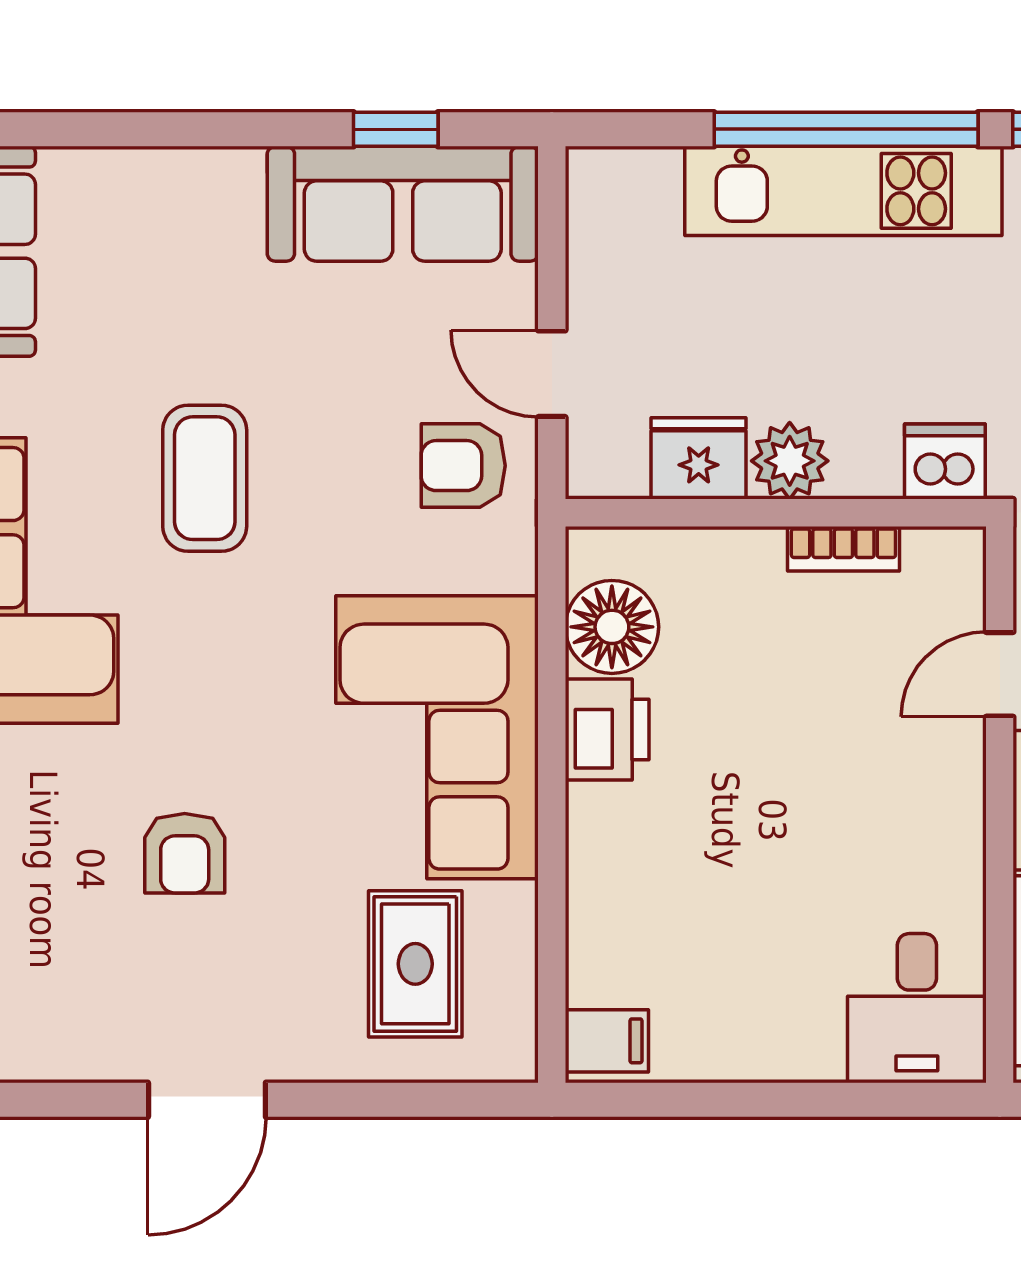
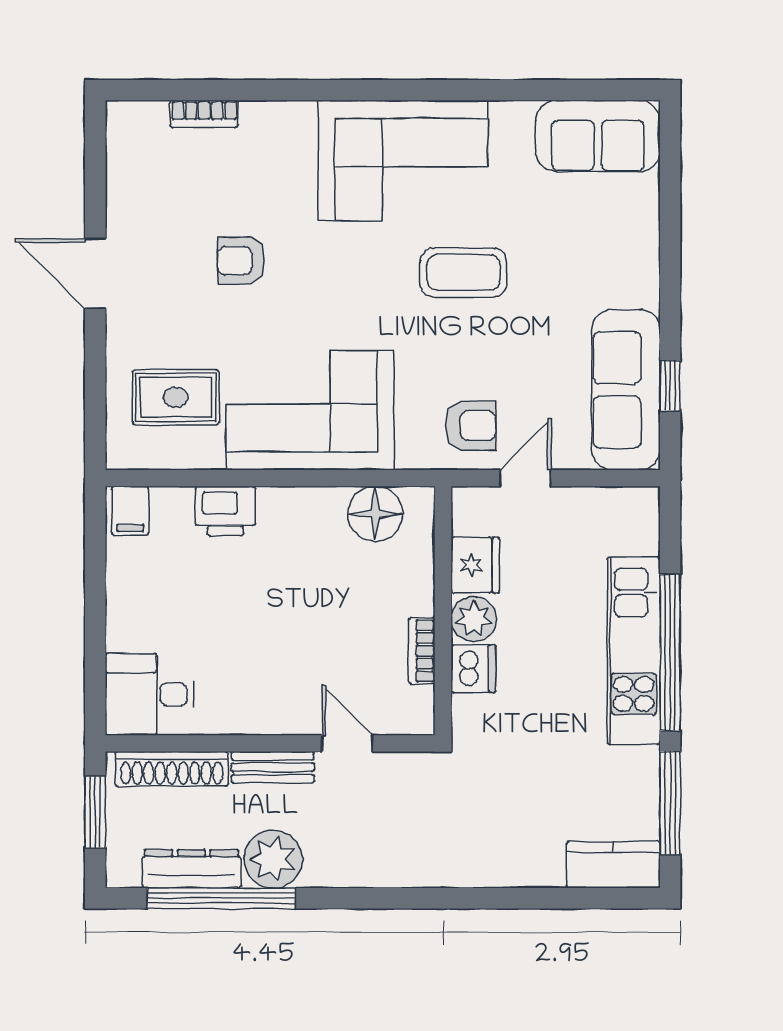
dishwasher: (945, 461) -> (473, 669), moved
armchair: (463, 466) -> (471, 426), turned 90
printer: (607, 730) -> (225, 511), moved

